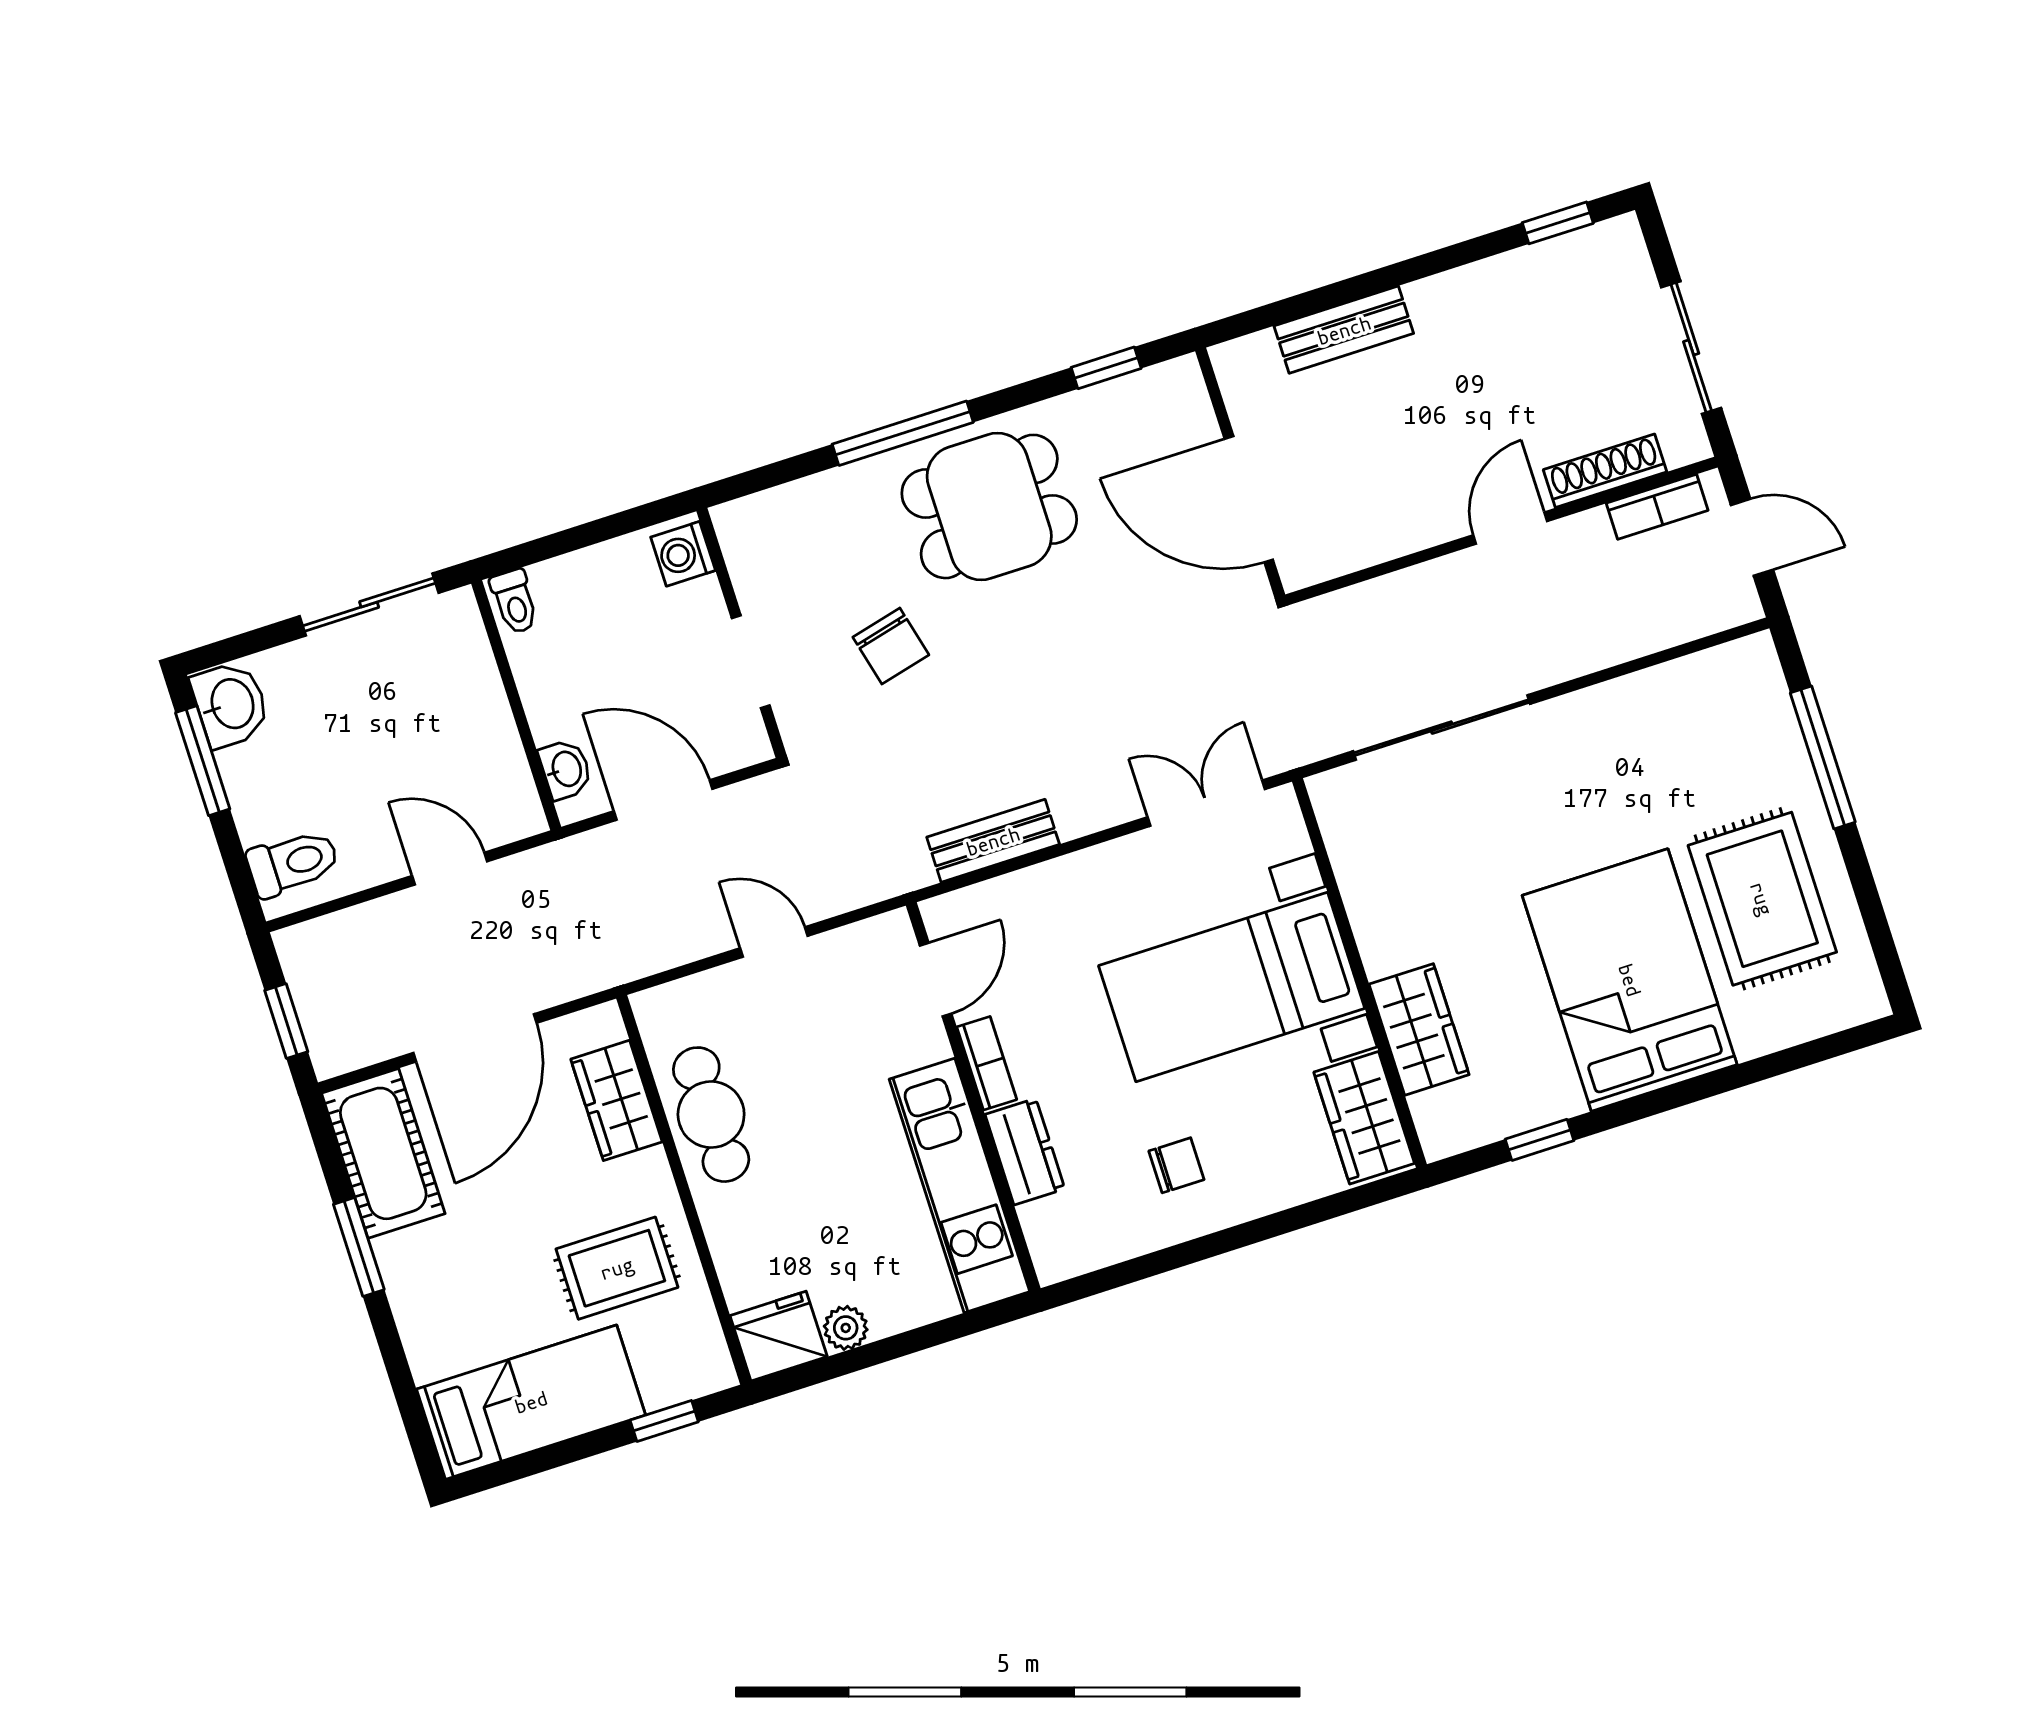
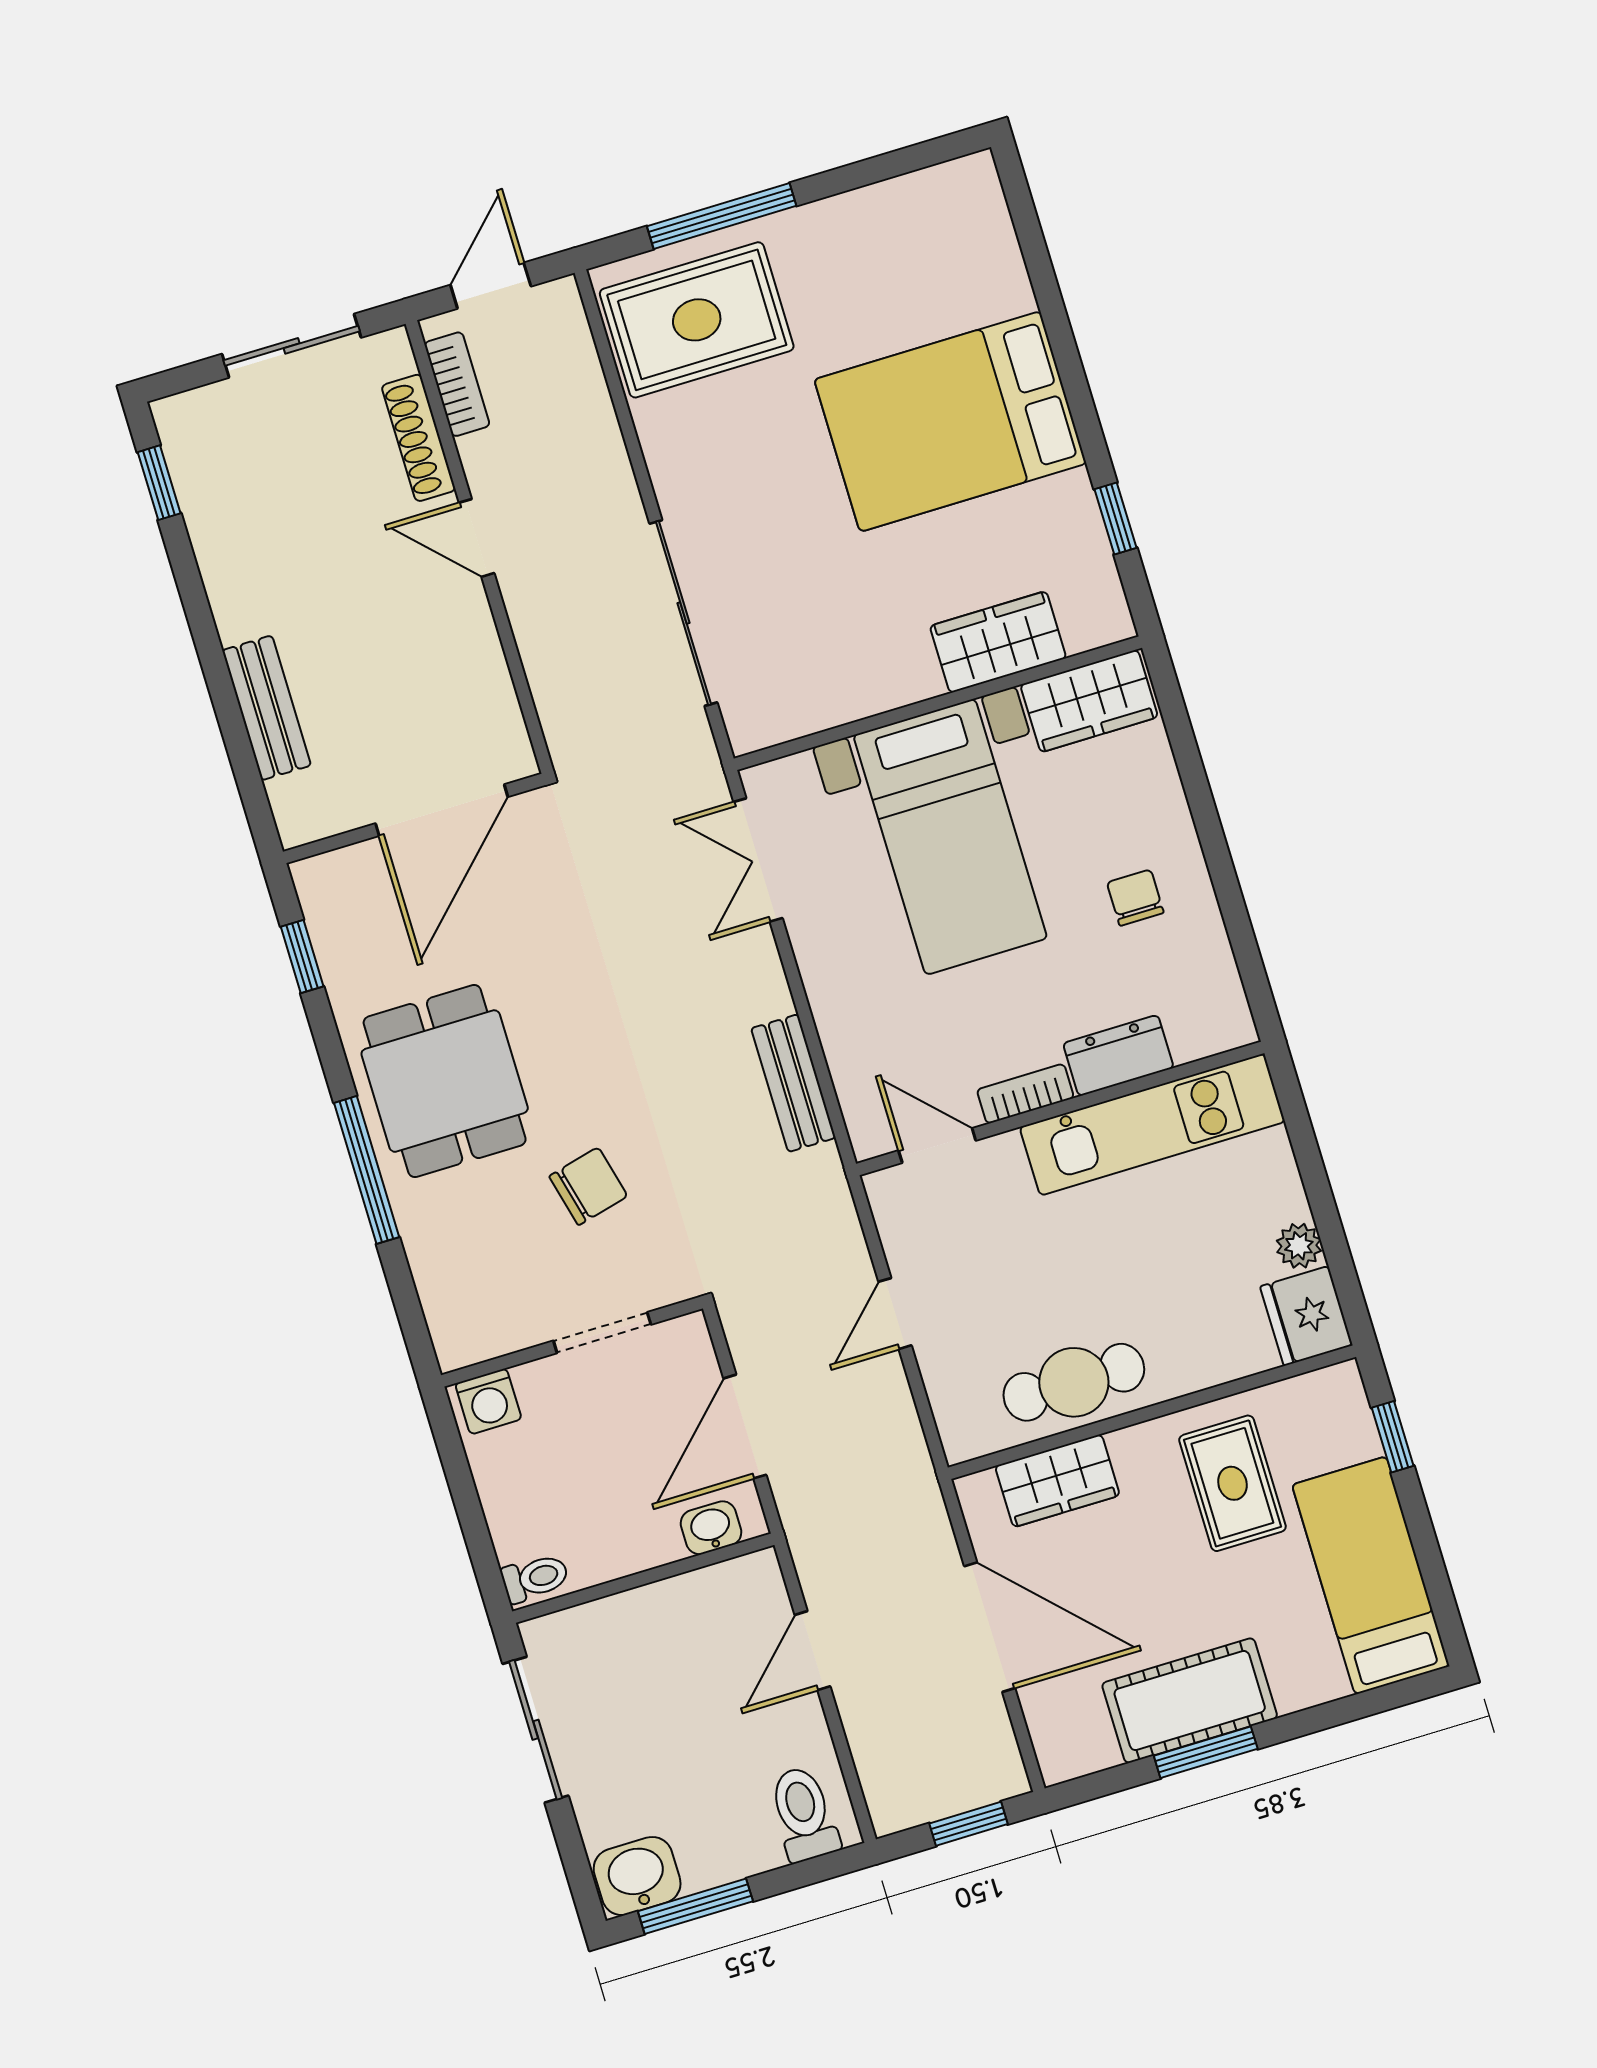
rug: (1762, 899) -> (697, 320), moved
cot: (383, 1153) -> (1190, 1701), moved

